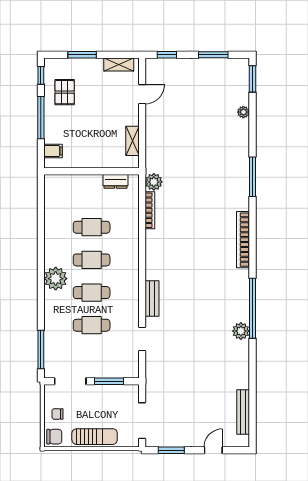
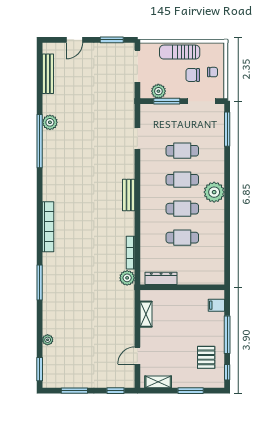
dresser: (115, 181) -> (161, 278), width x1.44
bench: (152, 299) -> (129, 195), moved
window: (252, 308) -> (40, 141), moved
plant: (241, 331) -> (50, 122), moved
plant: (118, 392) -> (158, 91), added
chair: (54, 437) -> (193, 75), moved

